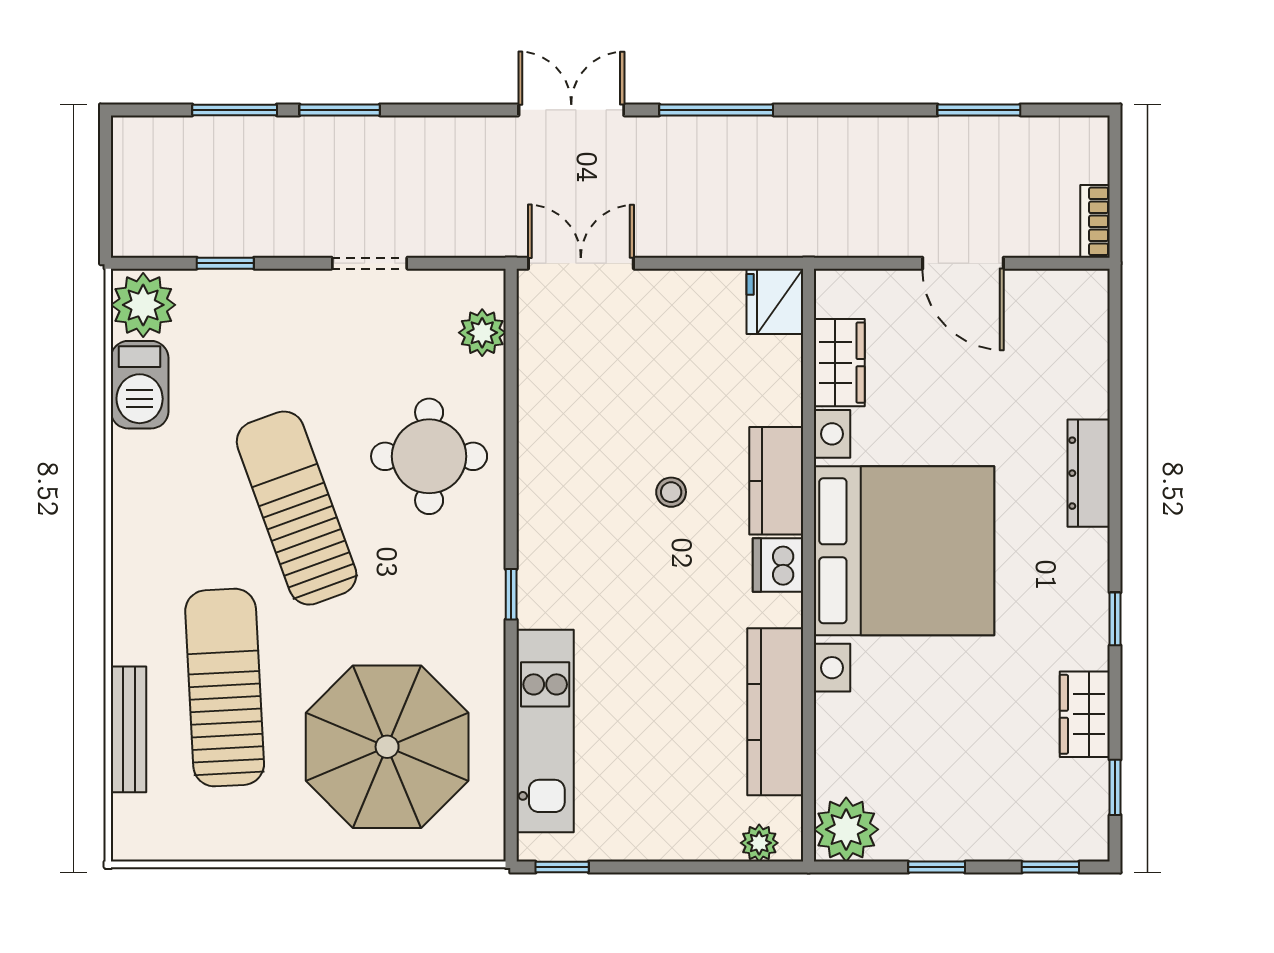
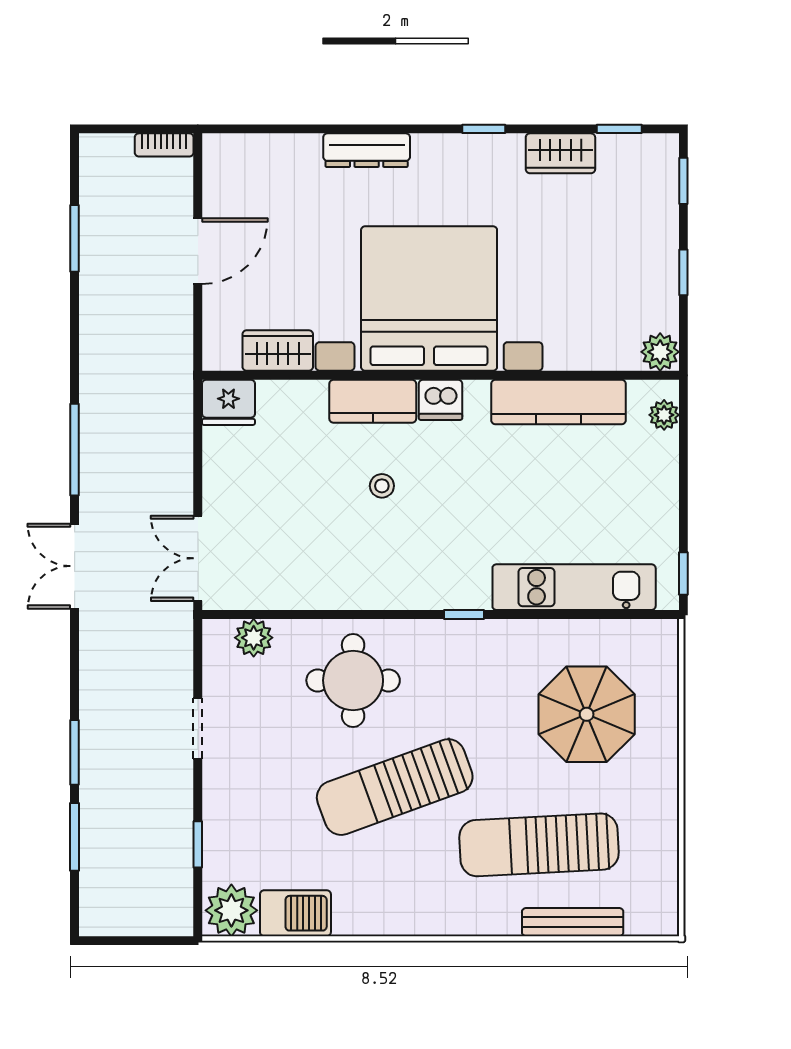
parasol: (387, 747) -> (587, 714), width x0.73, depth x0.73
plant: (846, 829) -> (660, 352), width x0.73, depth x0.73

